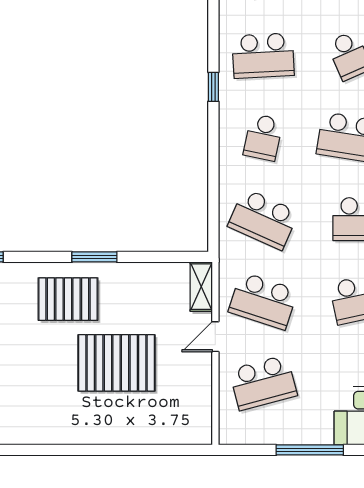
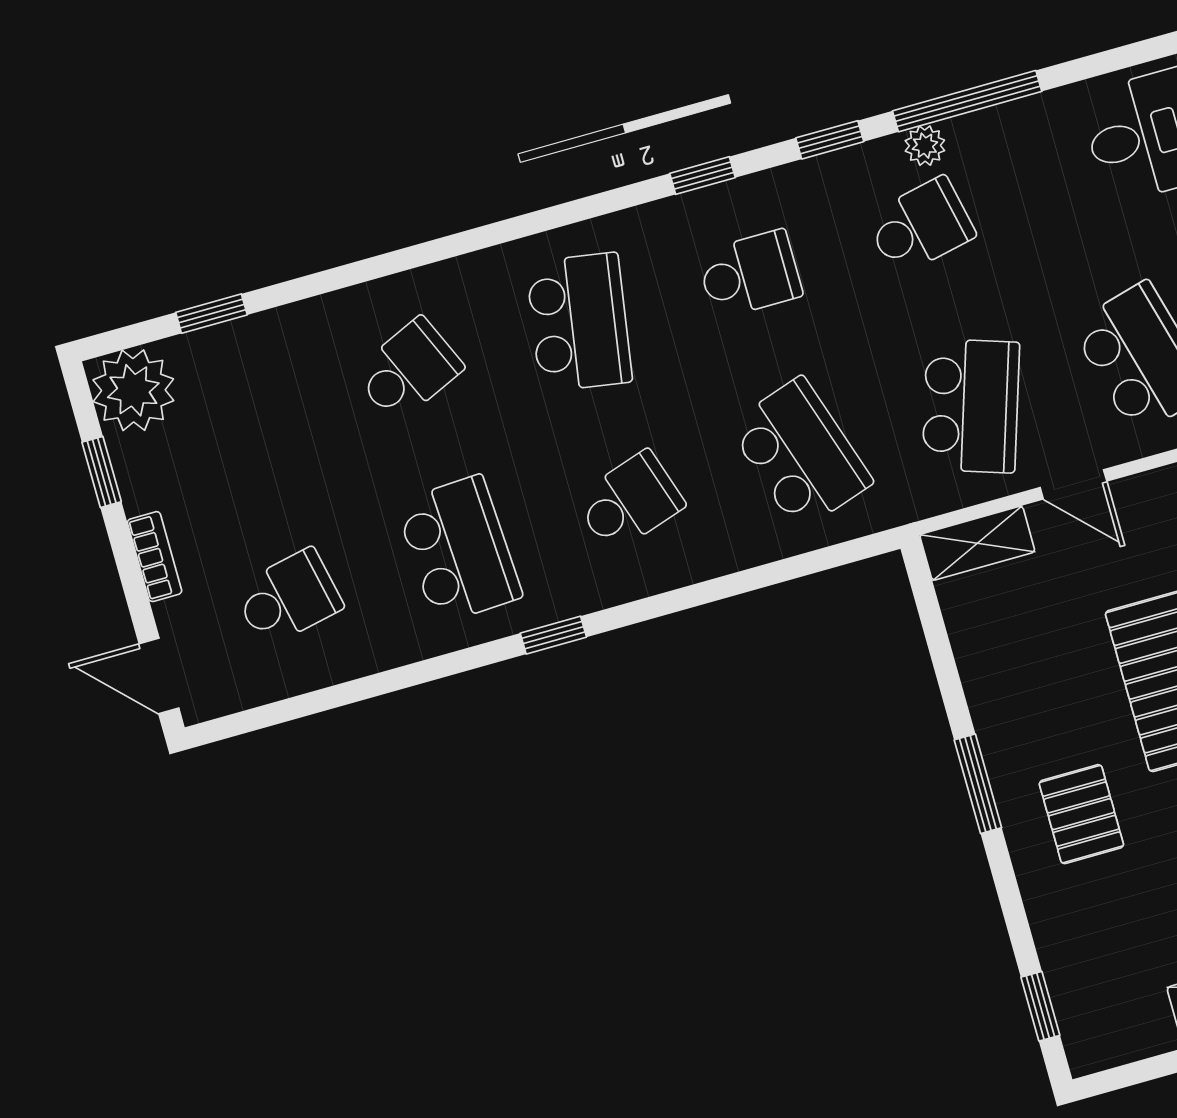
school desk: (263, 137) -> (630, 502), turned -30
school desk: (263, 219) -> (800, 454), turned -42
pallet: (68, 299) -> (1081, 814), width x0.67, depth x0.71

